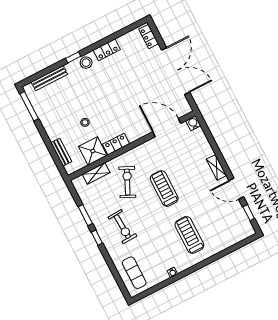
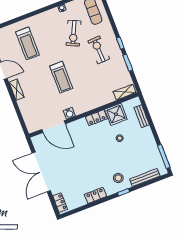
stool: (86, 63) -> (118, 178), moved
water cooler: (193, 123) -> (69, 113), moved
shelving: (96, 173) -> (125, 92), moved
exercise bike: (127, 182) -> (74, 33), moved
treadmill: (189, 235) -> (27, 43), moved

